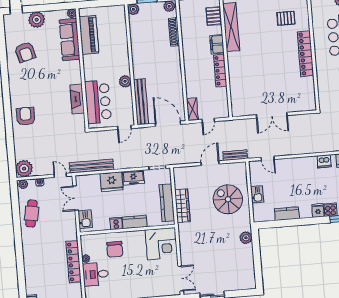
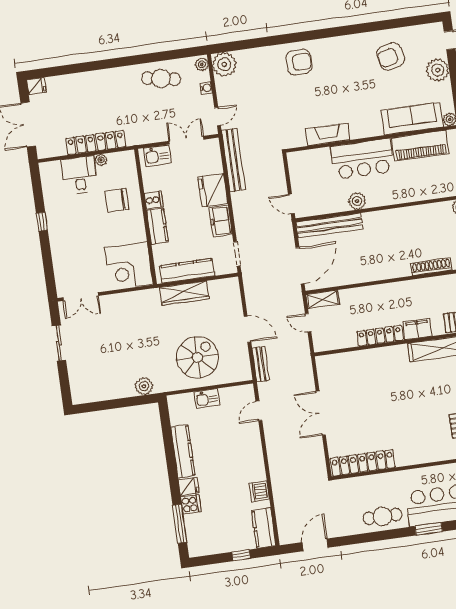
locker: (305, 54) -> (363, 463), moved
bar counter: (98, 102) -> (363, 159), moved
kitchen counter: (287, 214) -> (183, 451), width x1.50

